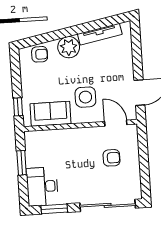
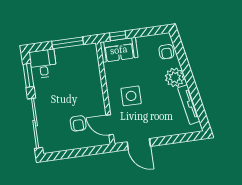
sofa: (51, 114) -> (119, 50), moved, turned 90
door: (116, 123) -> (110, 125), swing flipped
window: (22, 163) -> (68, 43), width x1.44
desk: (42, 186) -> (43, 64), width x0.73

